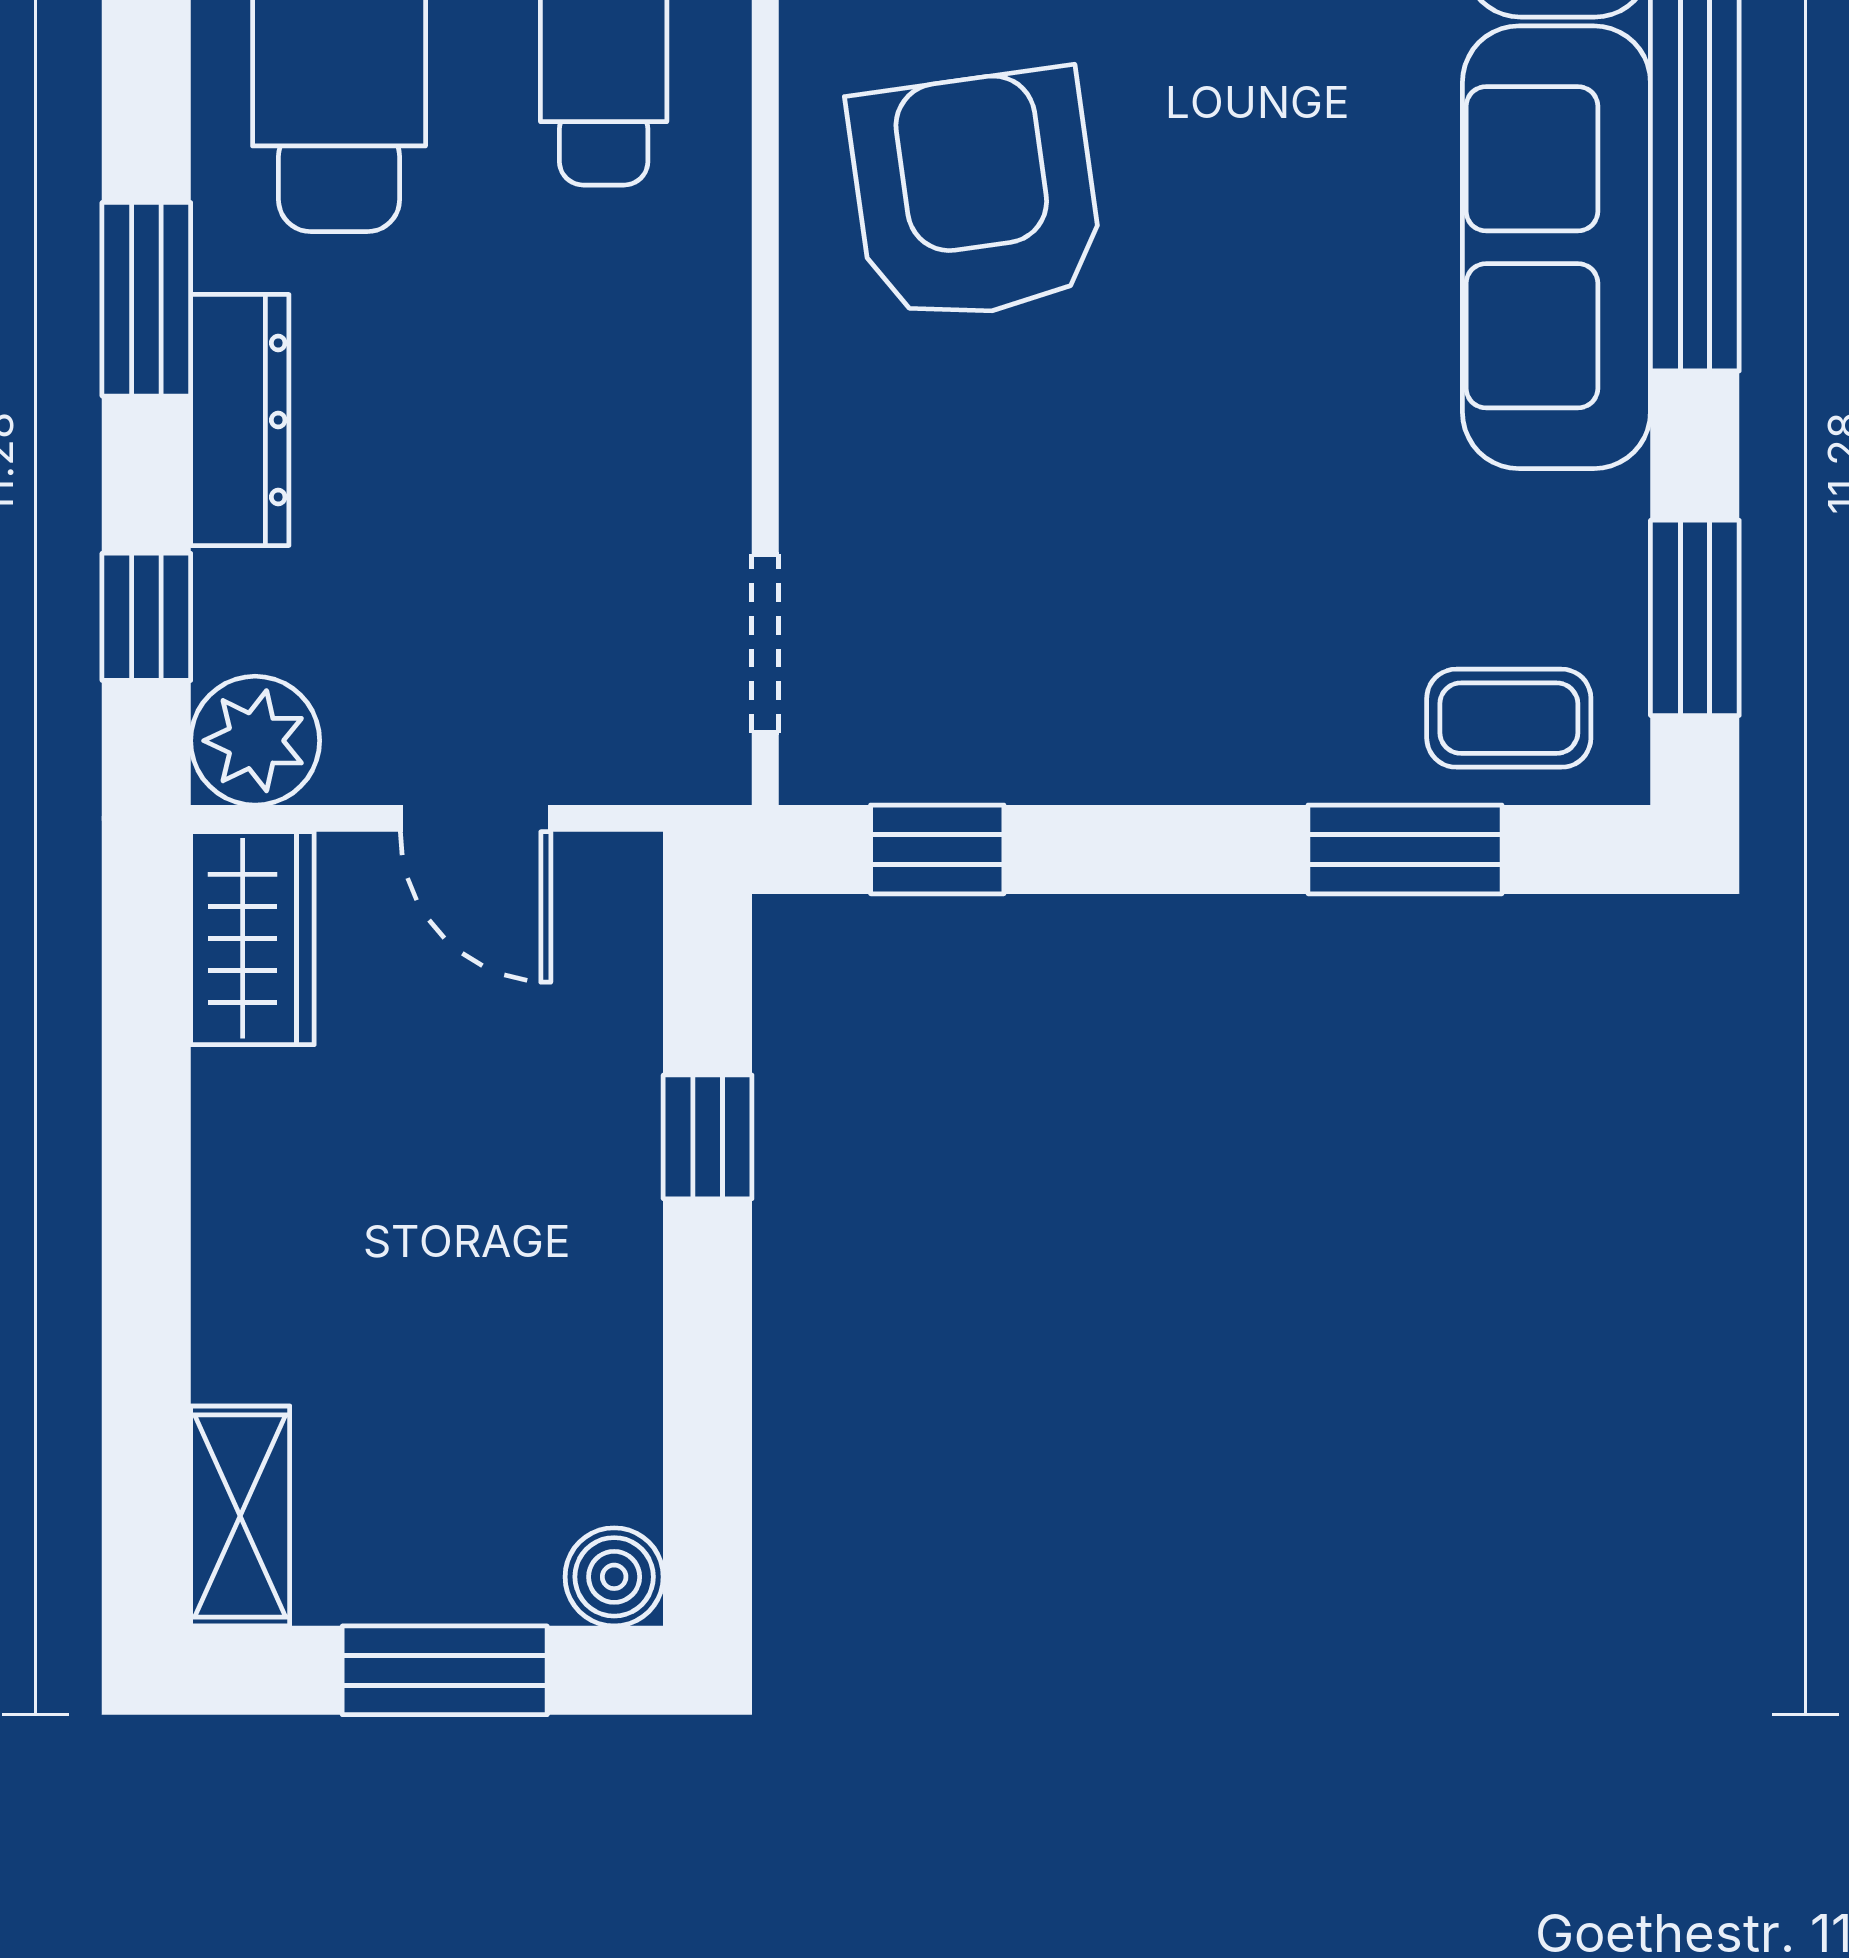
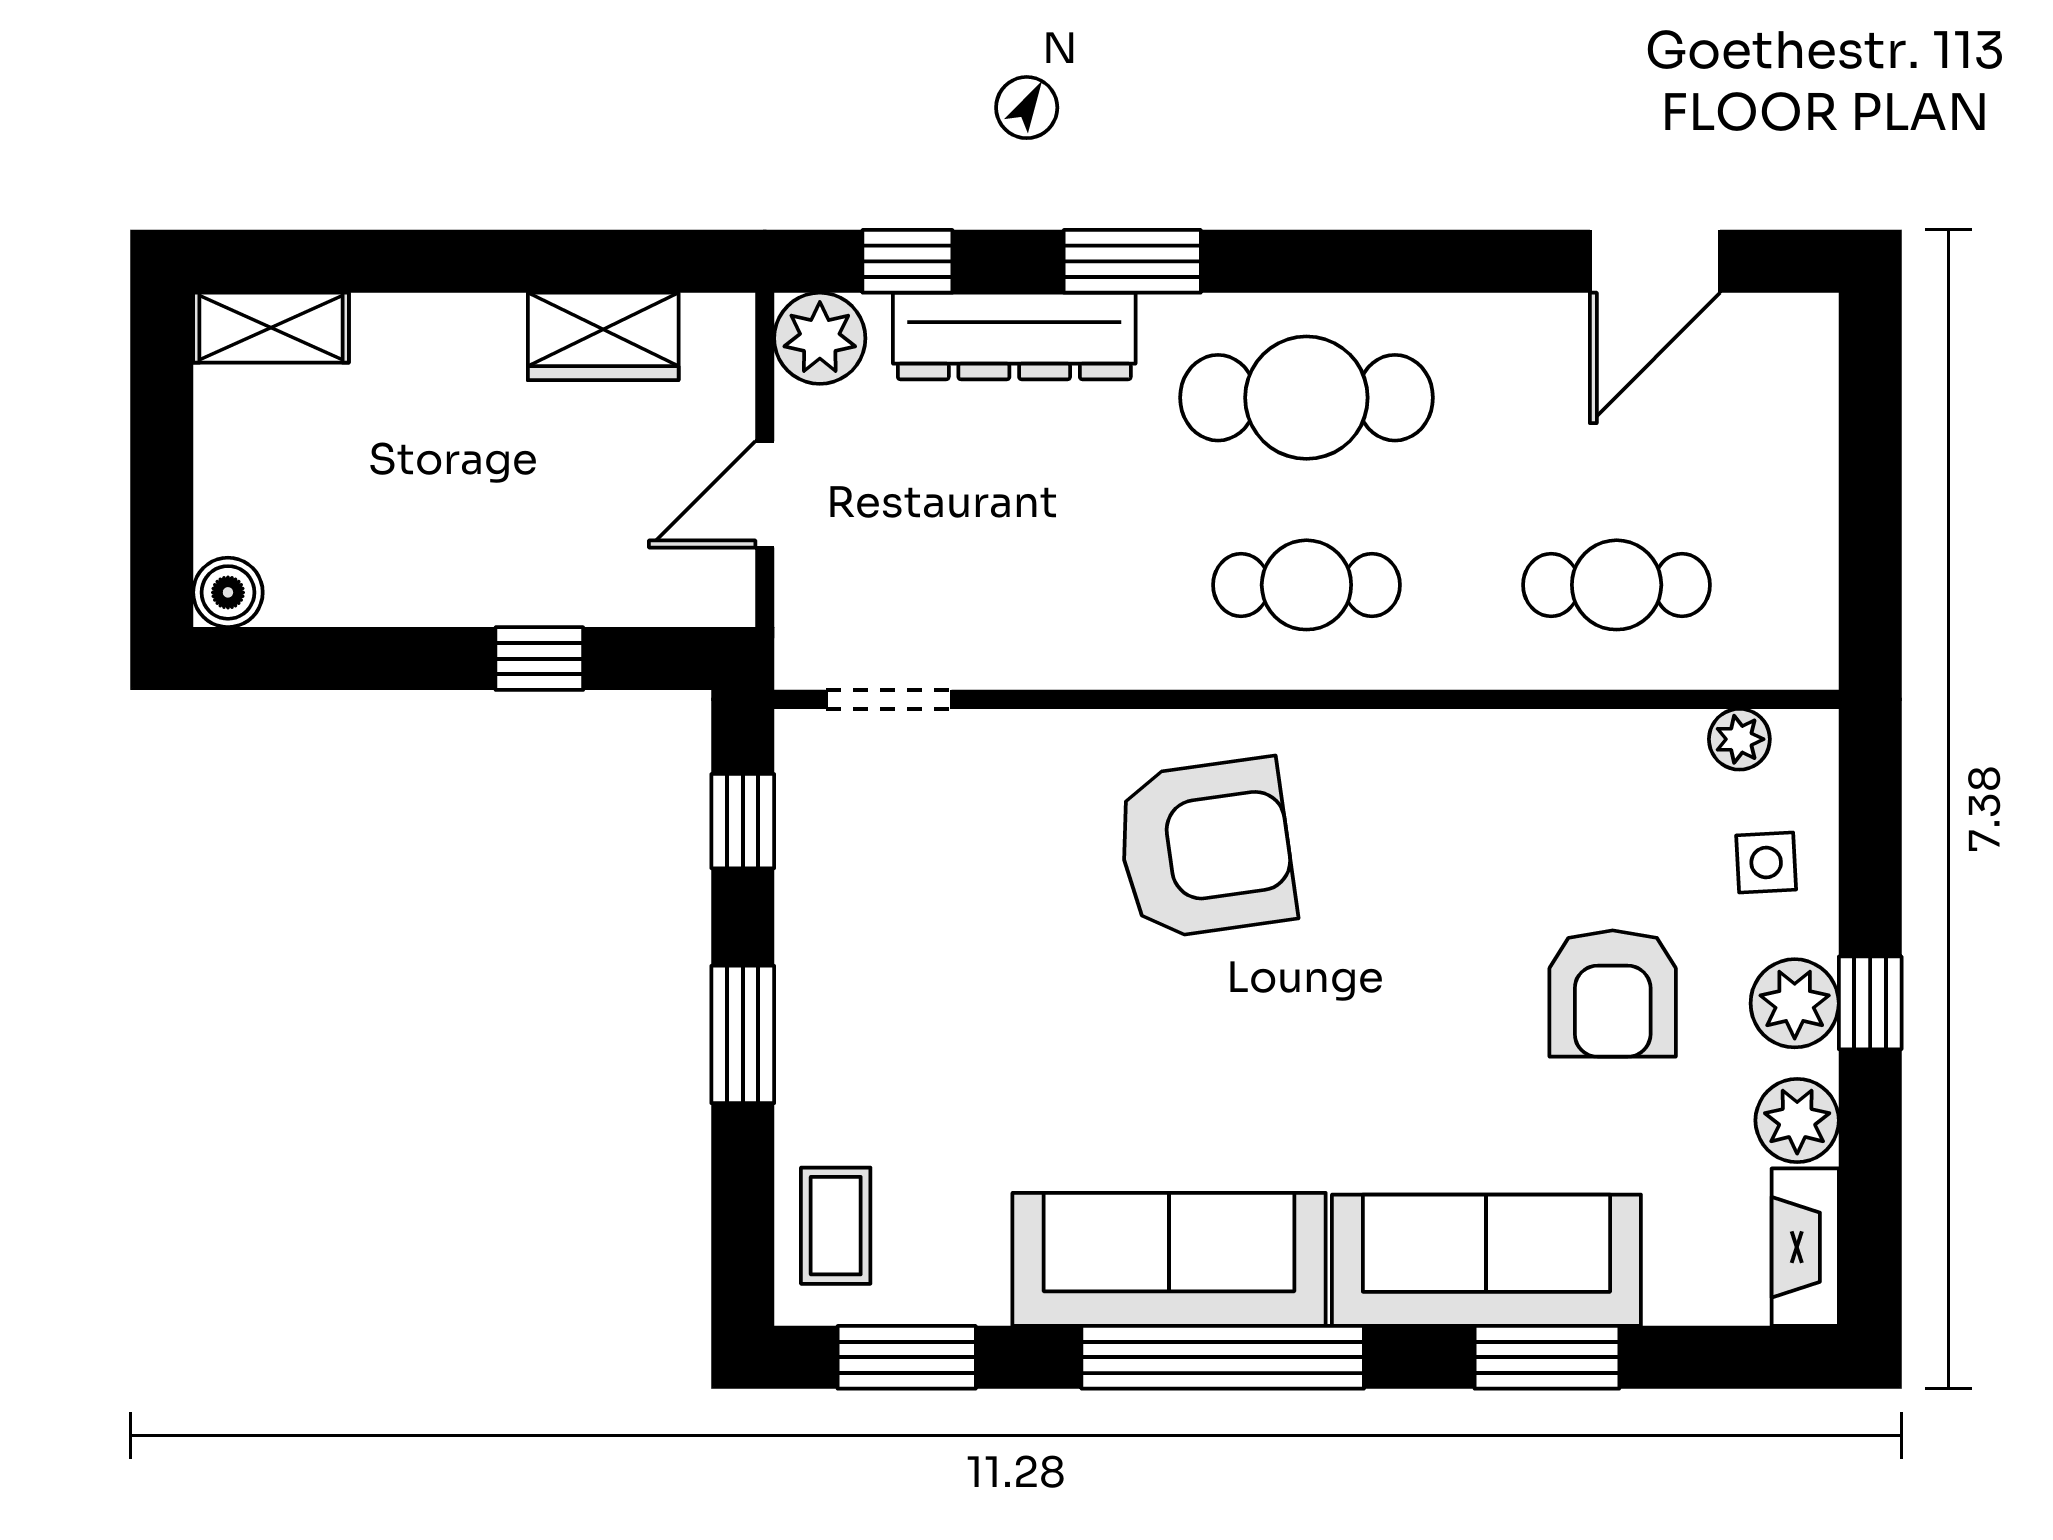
dresser: (240, 420) -> (1014, 336), width x1.37, depth x1.24
window: (1405, 849) -> (743, 1034), moved
wardrobe: (252, 938) -> (603, 336), moved
window: (445, 1670) -> (162, 473), removed

